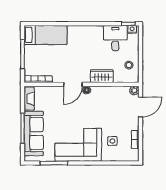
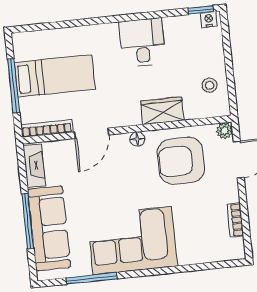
bed: (46, 35) -> (55, 76), moved
desk: (115, 38) -> (142, 43), moved
door: (73, 84) -> (92, 133), moved
armchair: (109, 104) -> (181, 161), added
side table: (112, 141) -> (194, 227), removed

